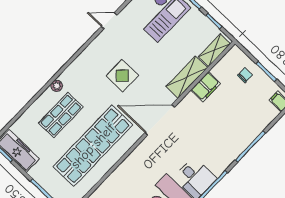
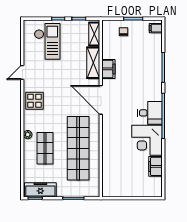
display table: (122, 76) -> (35, 101), moved
filing cabinet: (206, 87) -> (108, 69), moved
door: (160, 120) -> (101, 100), hinge flipped

